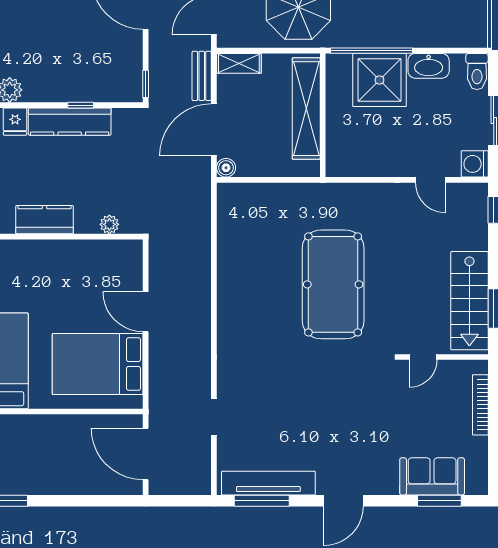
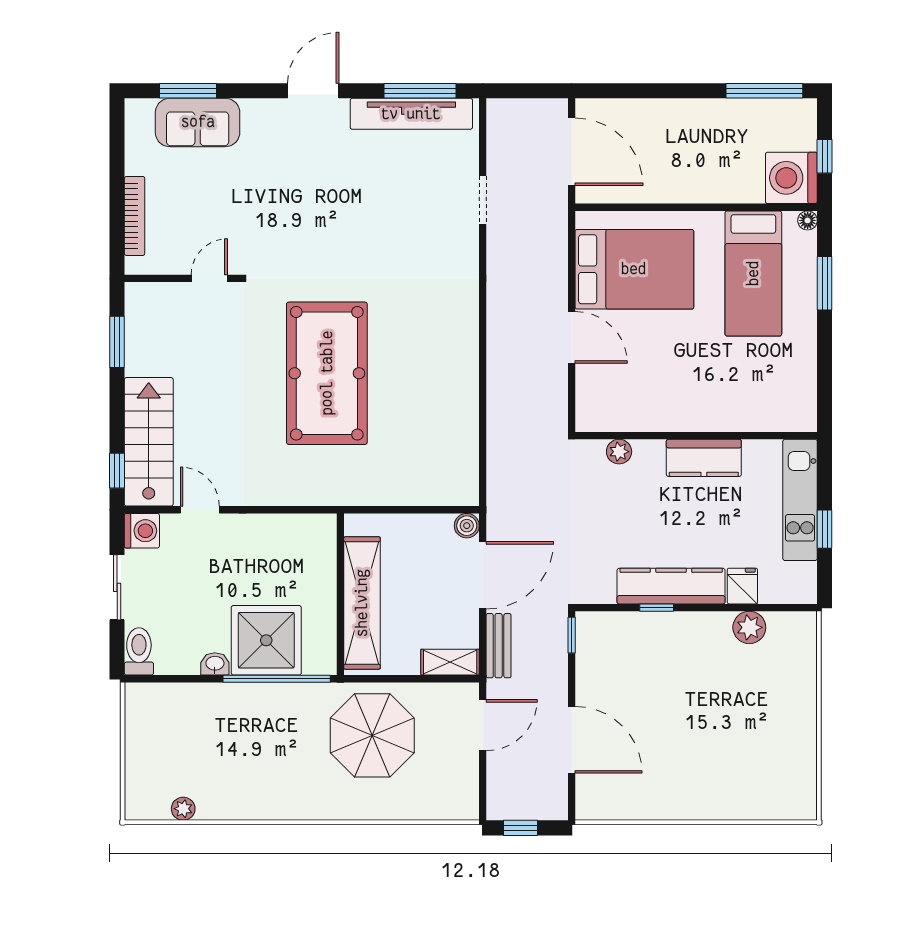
washbasin: (429, 66) -> (215, 664), width x0.52, depth x0.69
stairs: (469, 301) -> (149, 442), moved

